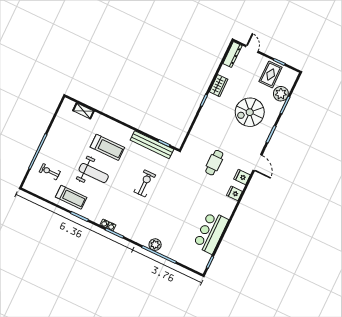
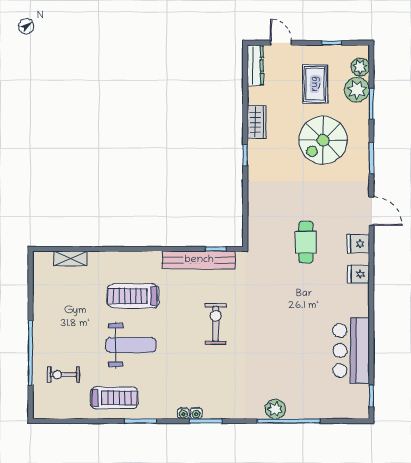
rug: (271, 74) -> (315, 84), moved
plant: (288, 82) -> (360, 67), added
treadmill: (107, 147) -> (133, 296), turned 180

